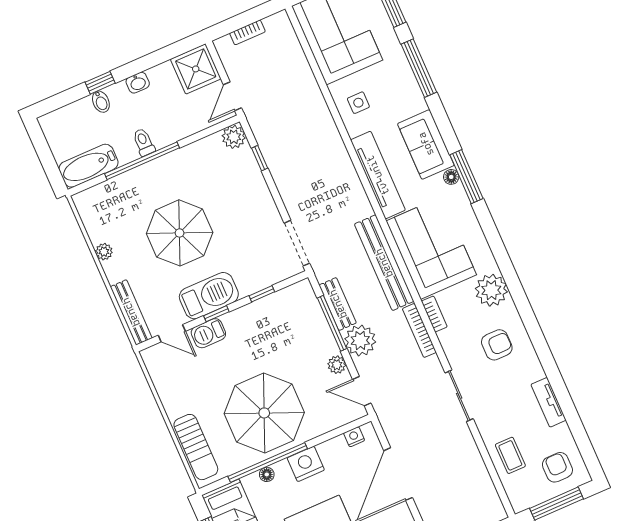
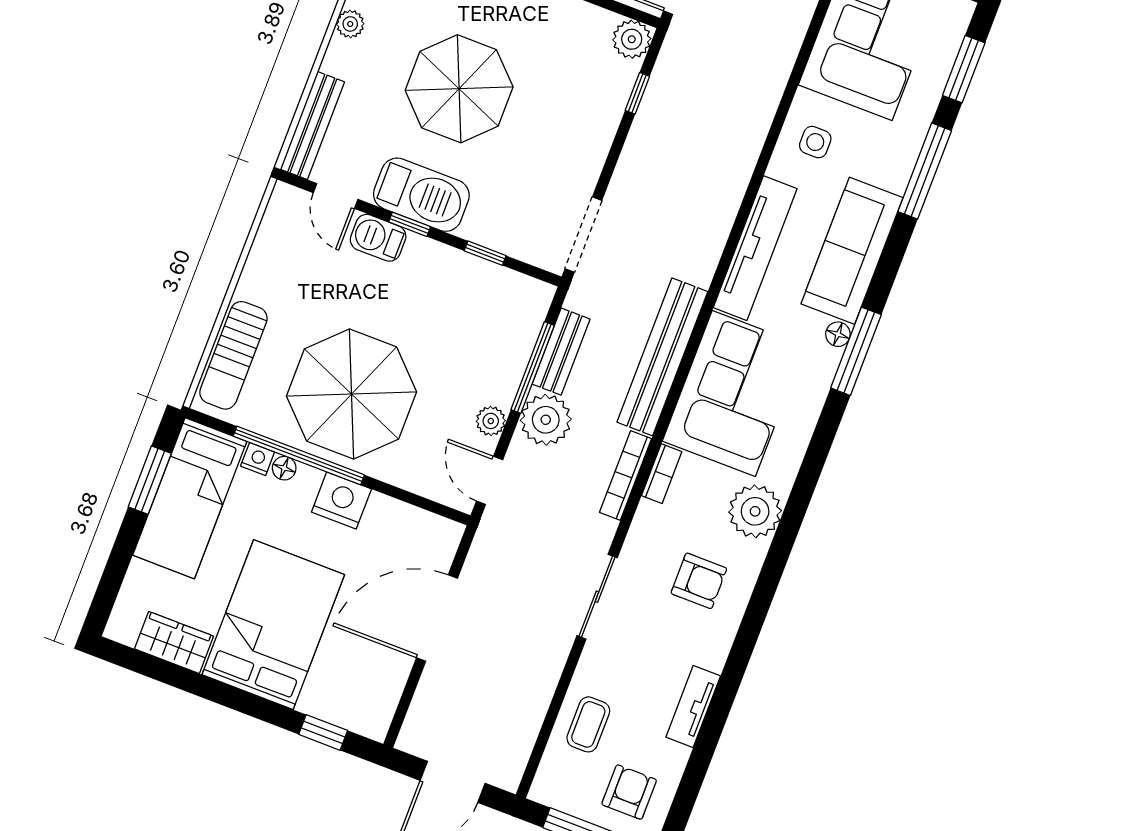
sofa: (426, 144) -> (852, 251), width x1.36
nightstand: (354, 437) -> (258, 459), moved

